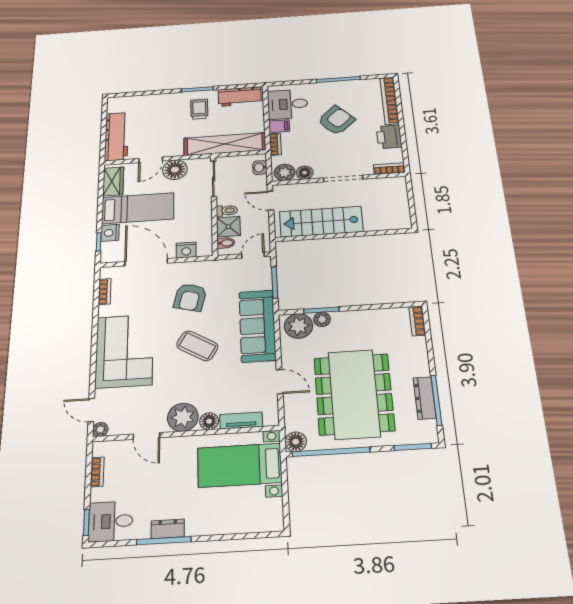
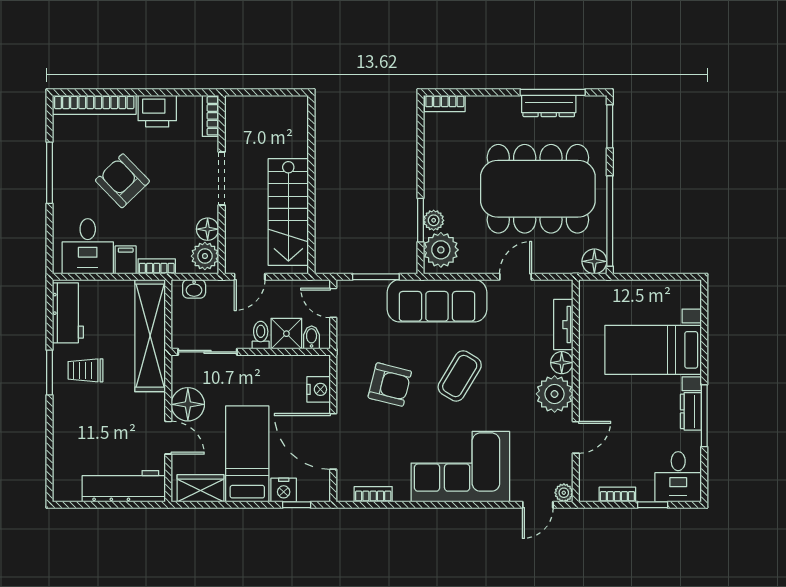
door: (146, 262) -> (333, 441), hinge flipped
bed with nightstands: (240, 465) -> (653, 350), moved, turned 90
window: (86, 522) -> (653, 505), moved

